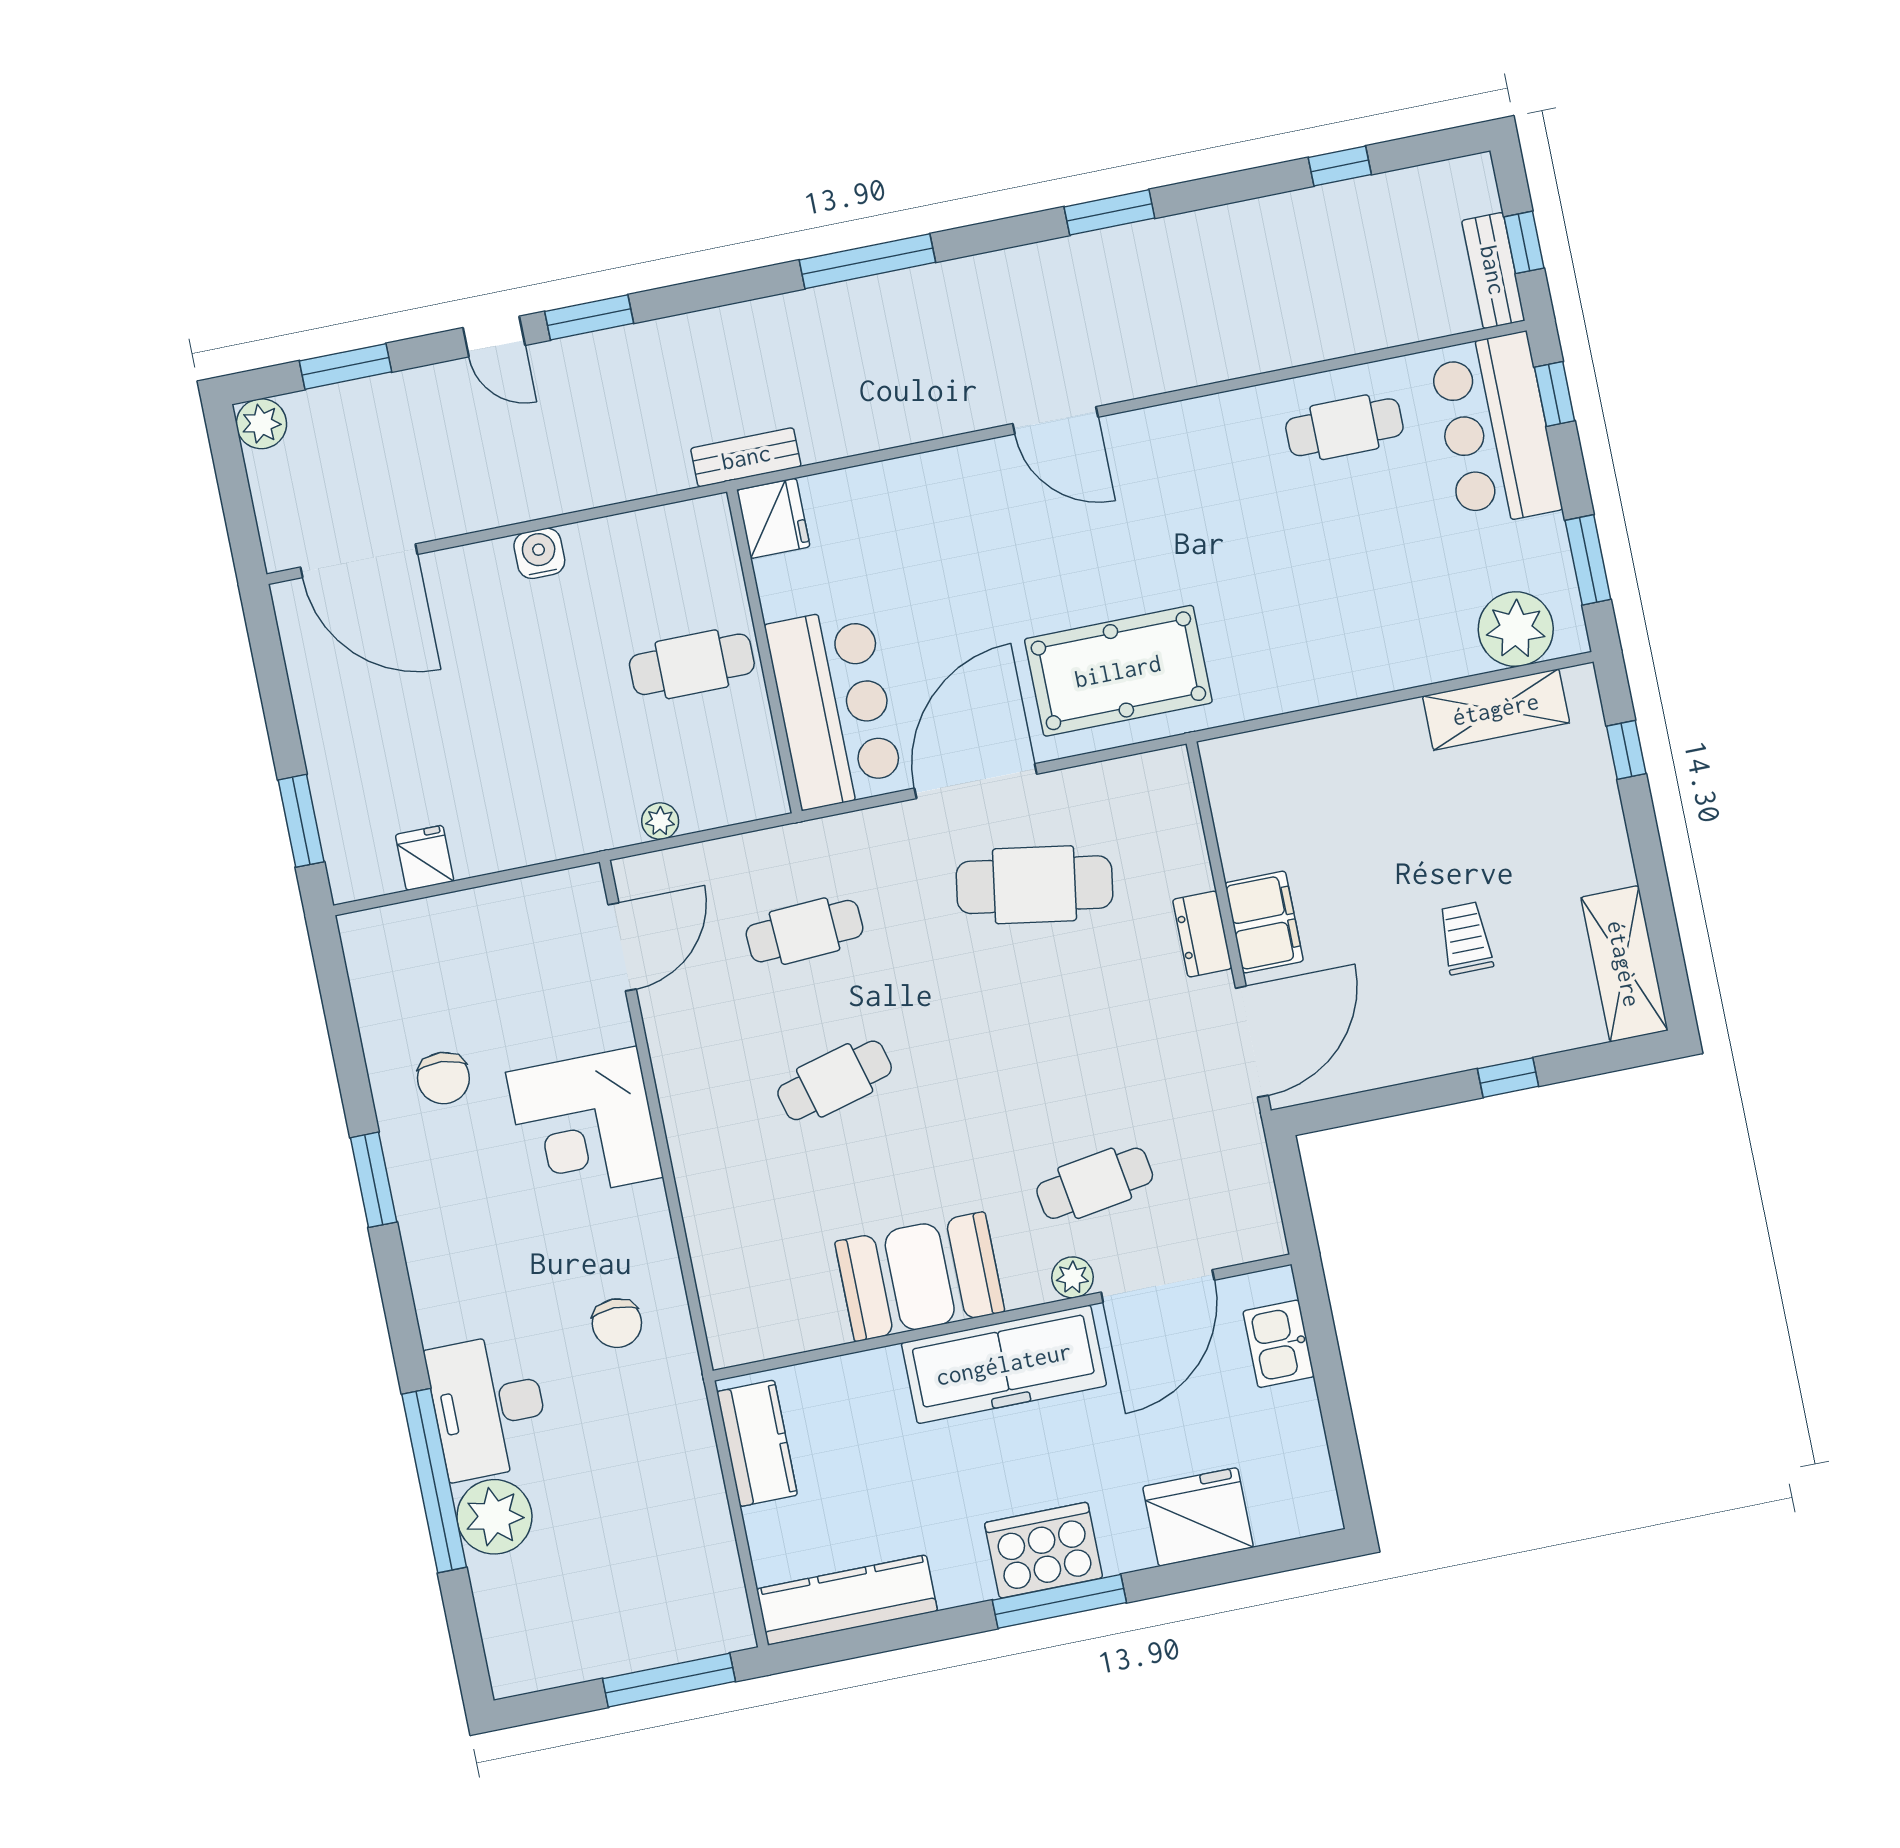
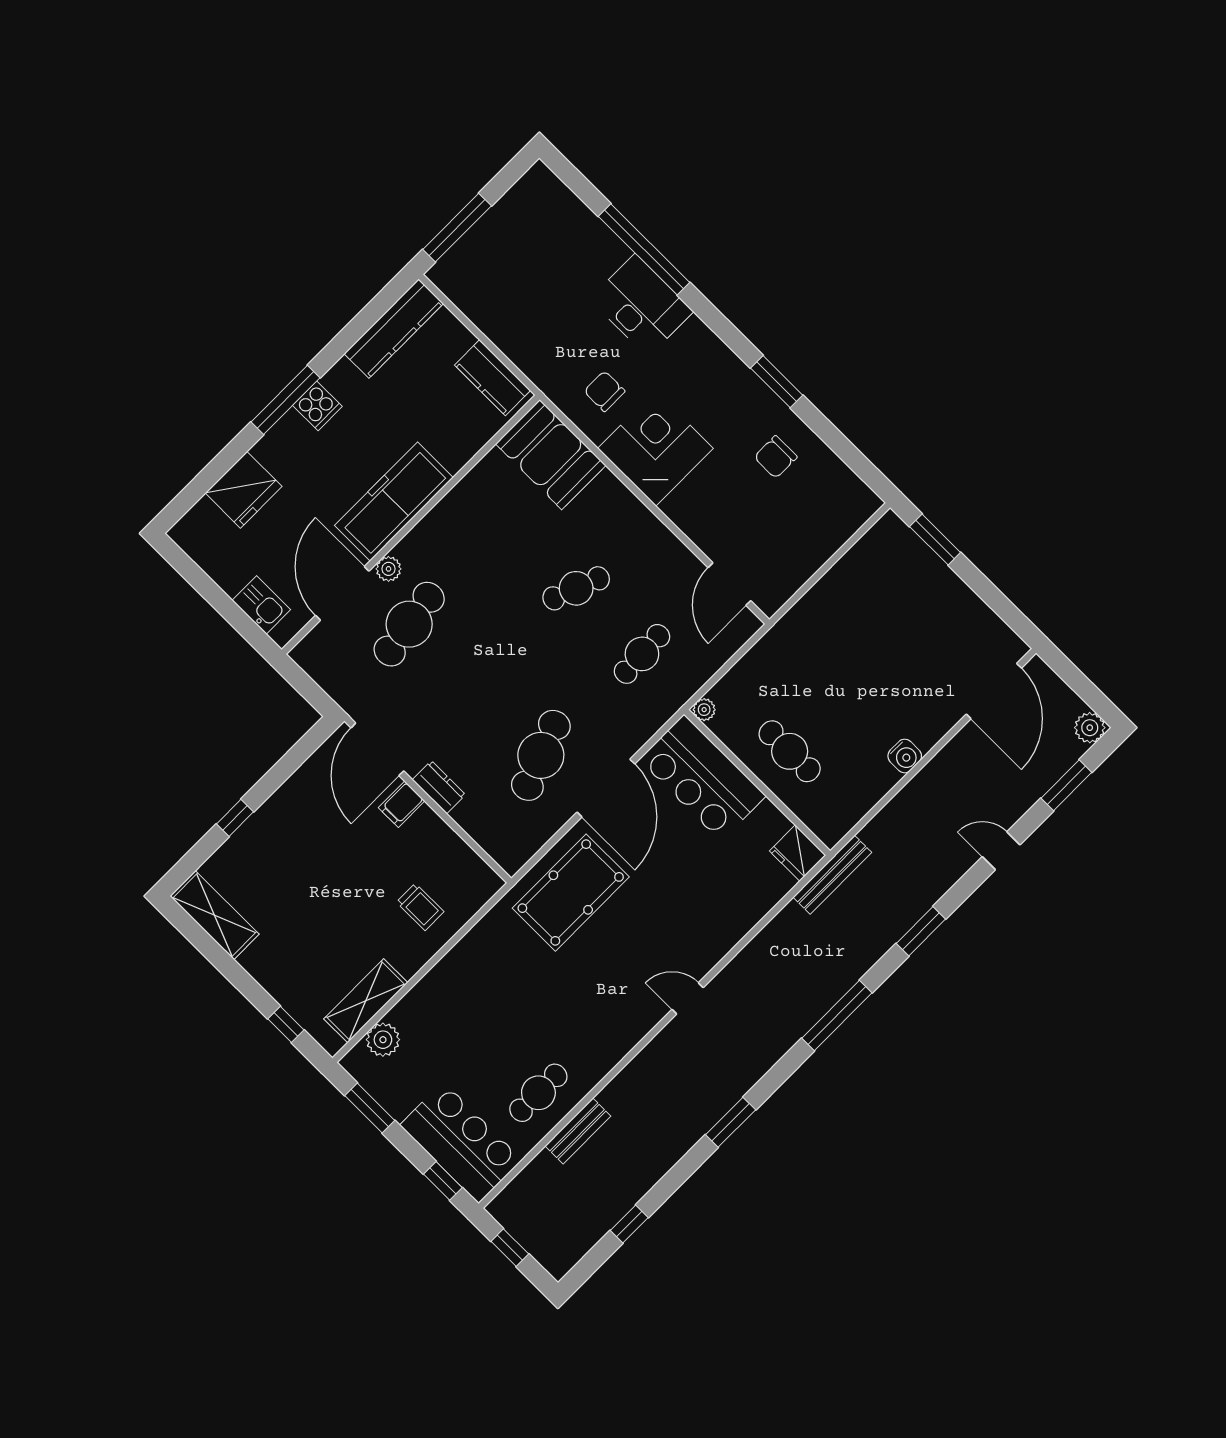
bench: (1493, 270) -> (578, 1131), moved, turned 90
window: (589, 317) -> (921, 931), moved
door: (1055, 420) -> (688, 998), width x0.73
bench: (746, 457) -> (832, 875), width x1.36
door: (359, 561) -> (994, 691), swing flipped
plant: (1516, 629) -> (383, 1040), width x0.73, depth x0.73
cafe table: (692, 664) -> (790, 751), turned 90
plant: (660, 821) -> (704, 710), moved
fridge: (425, 858) -> (860, 562), removed
cafe table: (1034, 885) -> (541, 755), turned -30
filing cabinet: (1264, 922) -> (402, 804), width x0.50
trolley: (1466, 938) -> (420, 907), moved
chair: (443, 1078) -> (776, 457), turned -94
cafe table: (835, 1080) -> (576, 588), turned 36
corner desk: (584, 1125) -> (655, 448), moved
cafe table: (1095, 1183) -> (409, 624), width x1.37, depth x1.35
booth: (920, 1277) -> (551, 455), moved, turned 90
plant: (494, 1517) -> (601, 251), removed
cooker: (1044, 1550) -> (317, 406), width x0.53, depth x0.76

